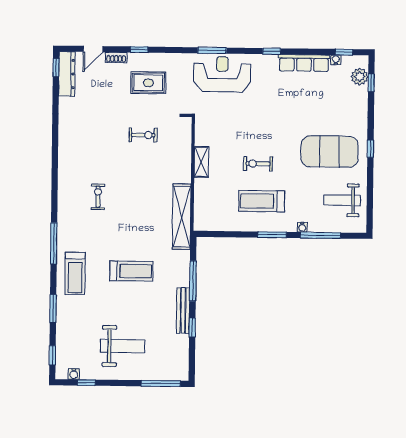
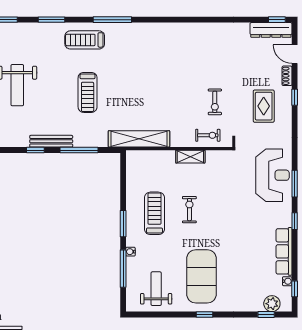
window: (212, 50) -> (295, 184), moved
exercise bike: (98, 197) -> (208, 135), moved

